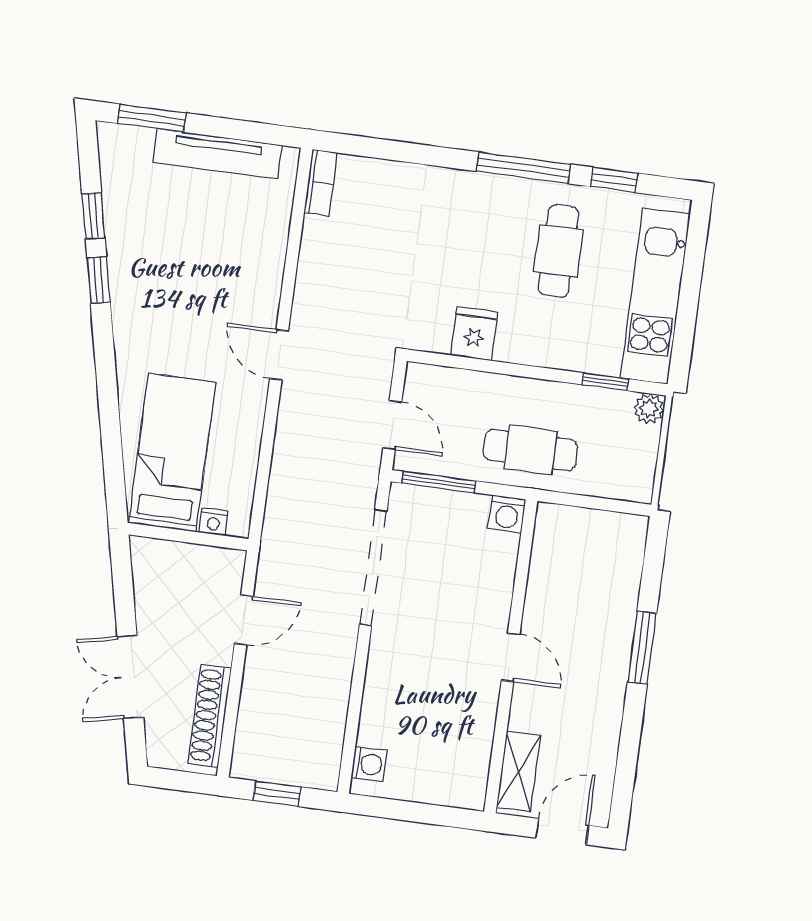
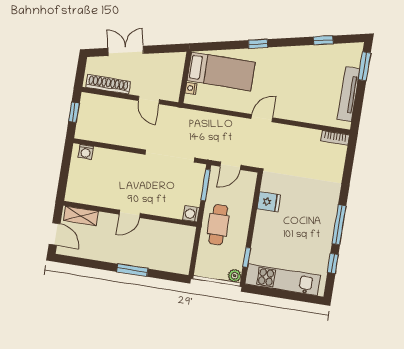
cafe table: (558, 251) -> (303, 239), removed
window: (99, 280) -> (258, 44), moved

